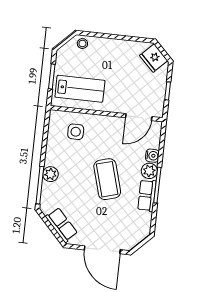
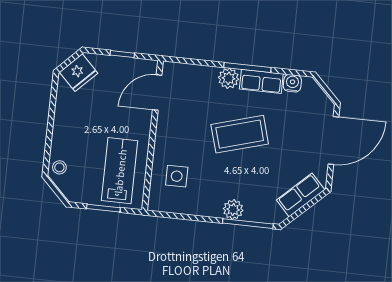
door: (139, 117) -> (157, 92), swing flipped
water cooler: (152, 156) -> (292, 83), moved

